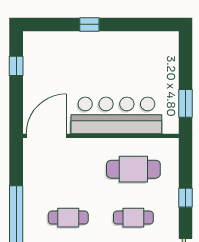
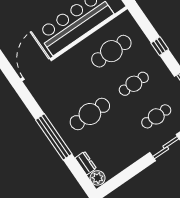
cafe table: (68, 218) -> (90, 114), width x1.37, depth x1.35

